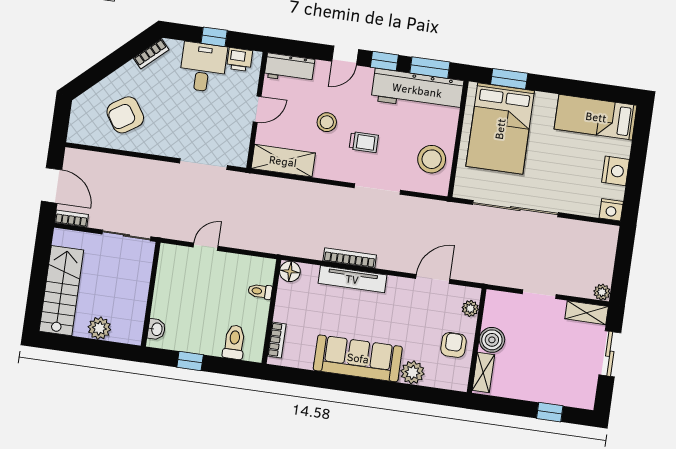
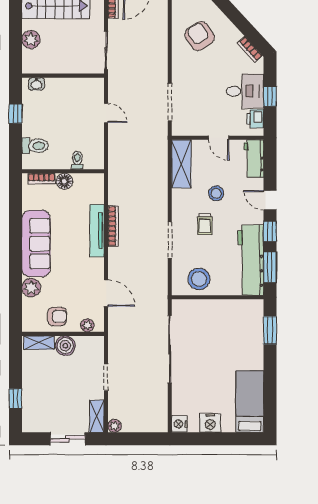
bed: (500, 129) -> (230, 329), removed
floor lamp: (290, 271) -> (64, 181), moved

